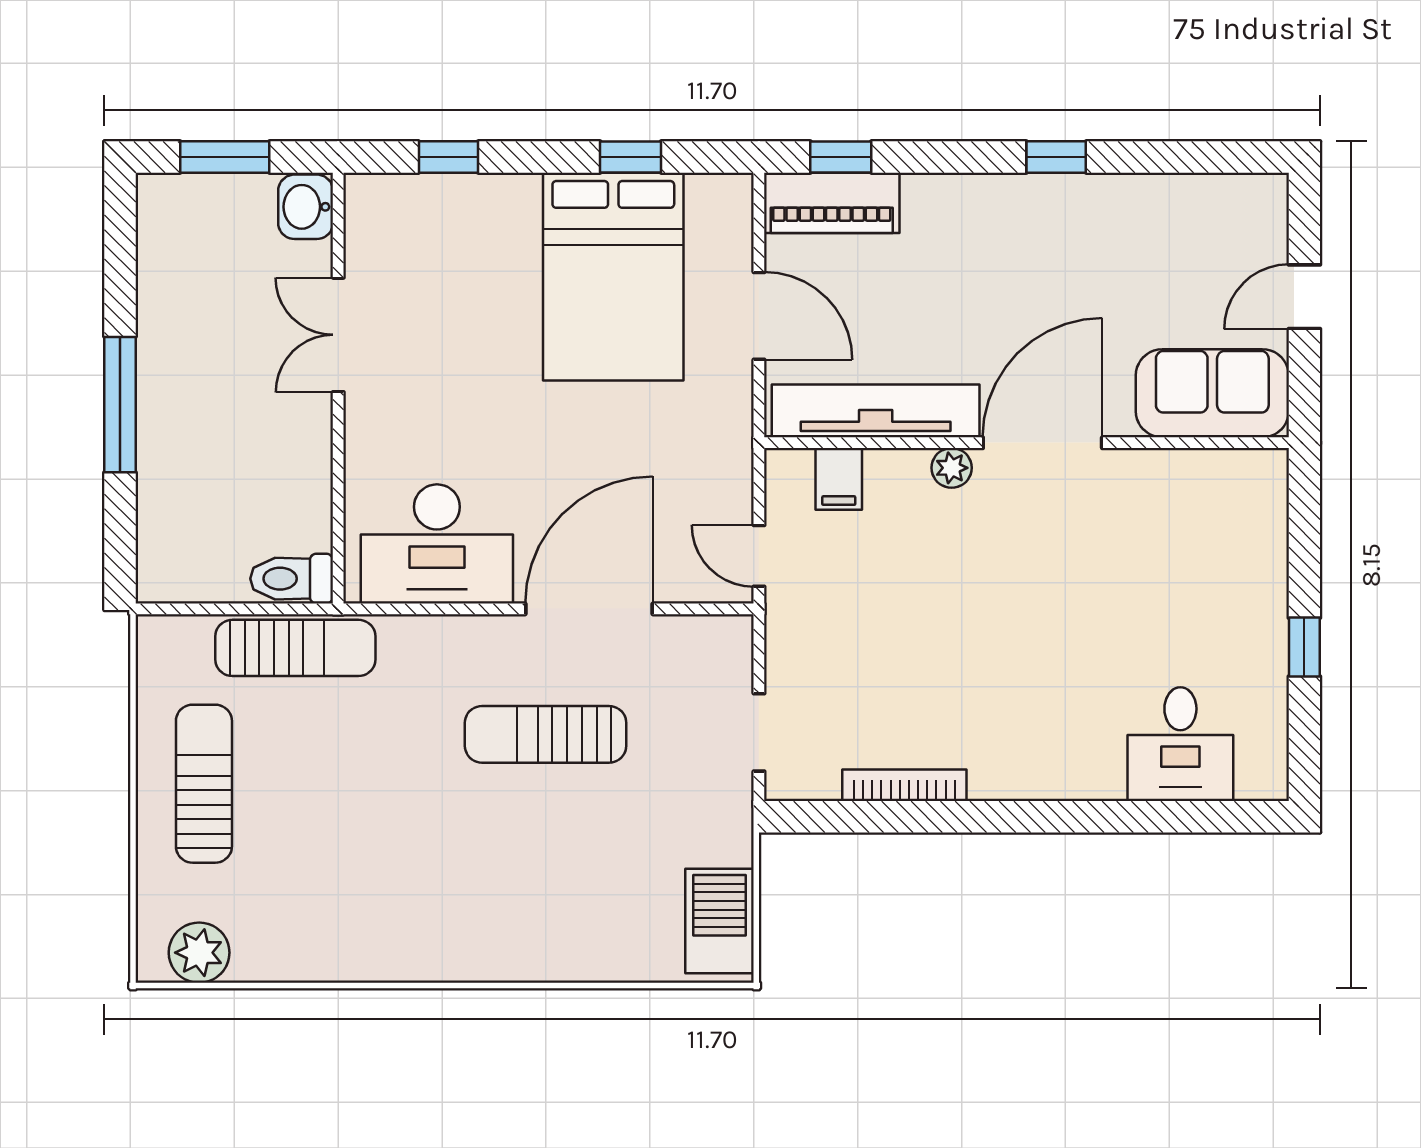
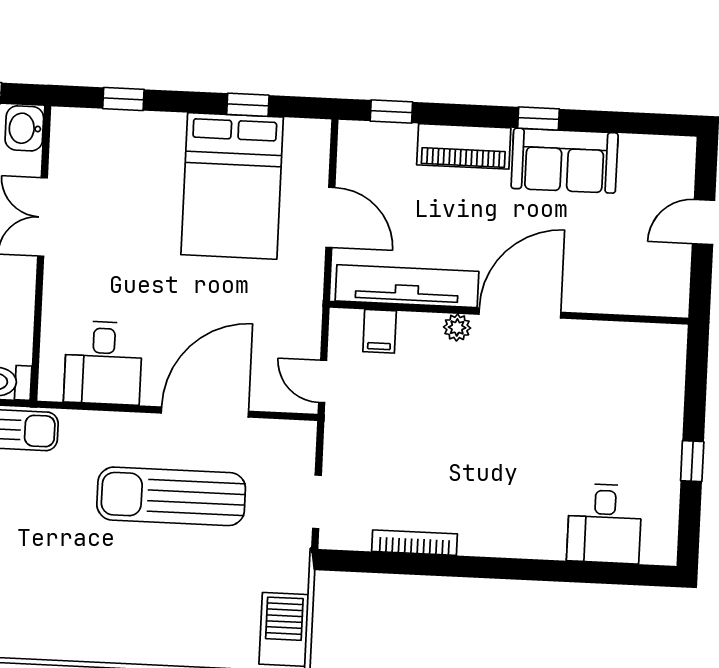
piano: (832, 203) -> (464, 146), moved
sofa: (1212, 393) -> (565, 161), moved, turned 180
desk: (437, 544) -> (103, 363), width x0.73
sun lounger: (546, 734) -> (171, 496), width x1.36, depth x1.34

